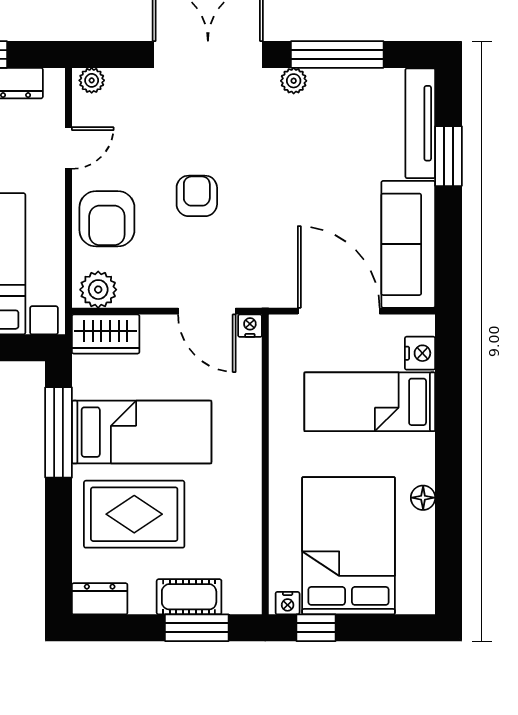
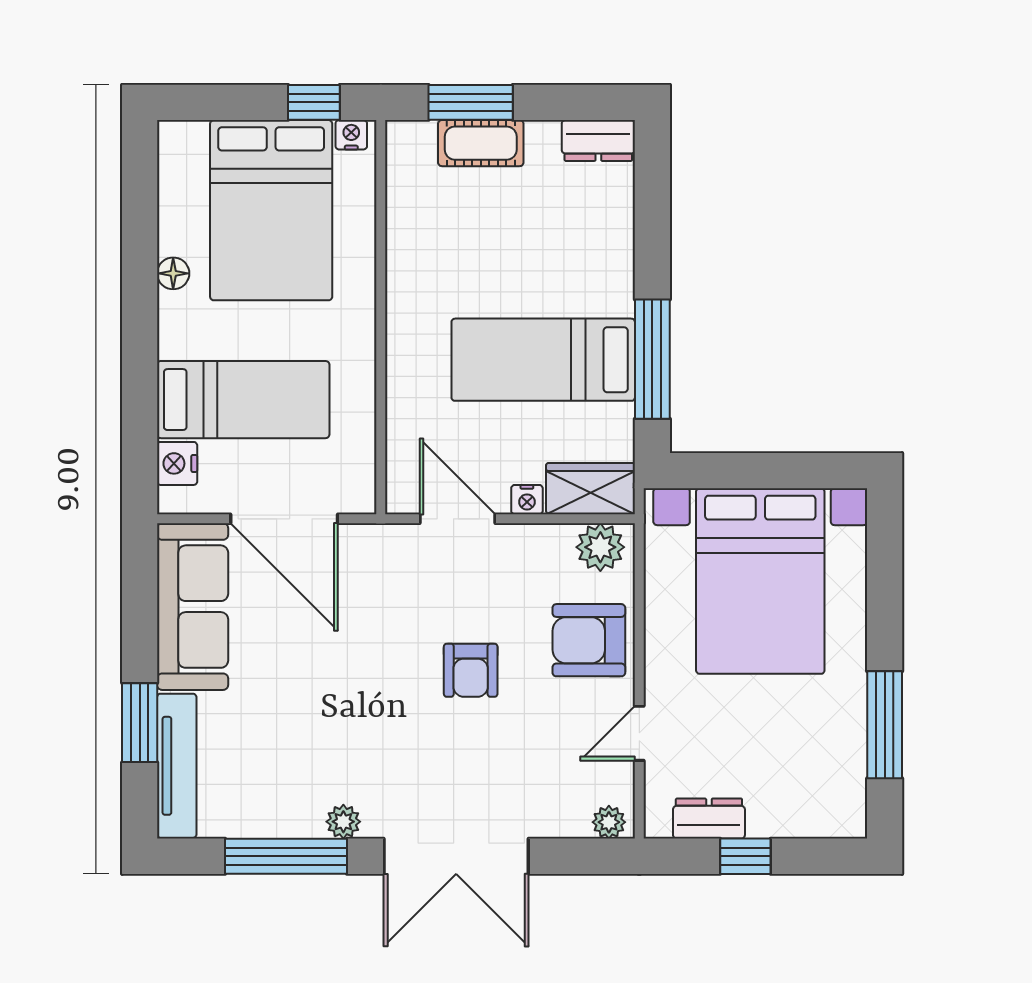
armchair: (107, 219) -> (589, 640), turned -90
nightstand: (250, 326) -> (527, 500), moved
rug: (134, 514) -> (553, 252), removed

